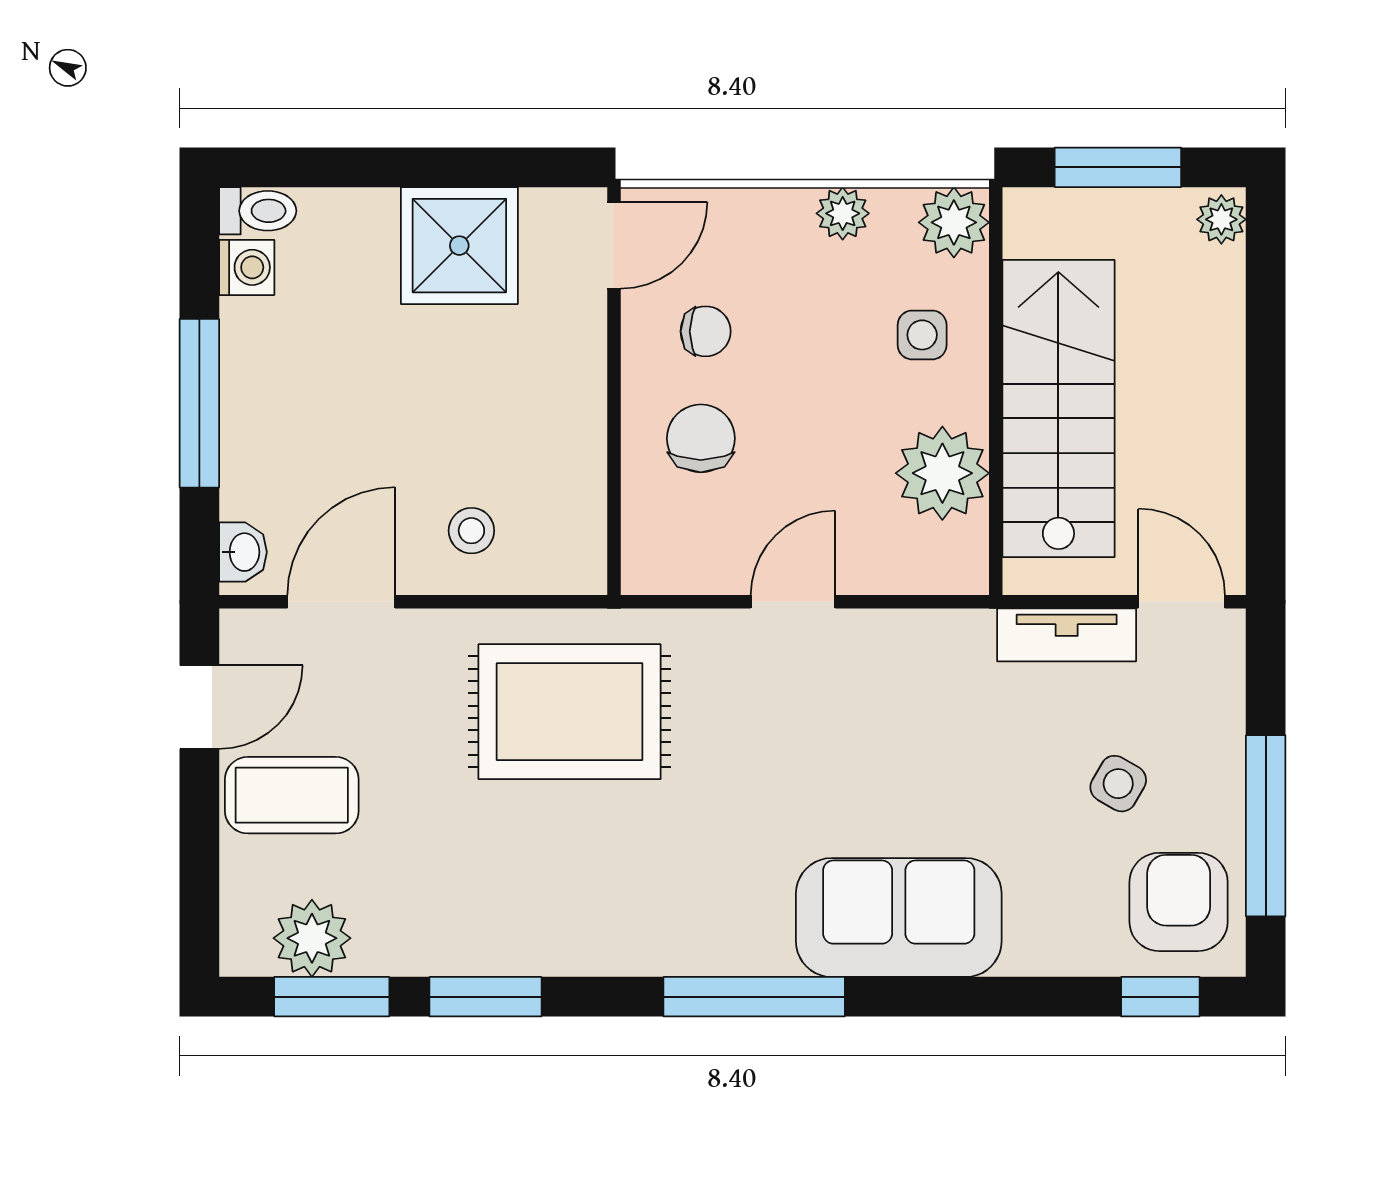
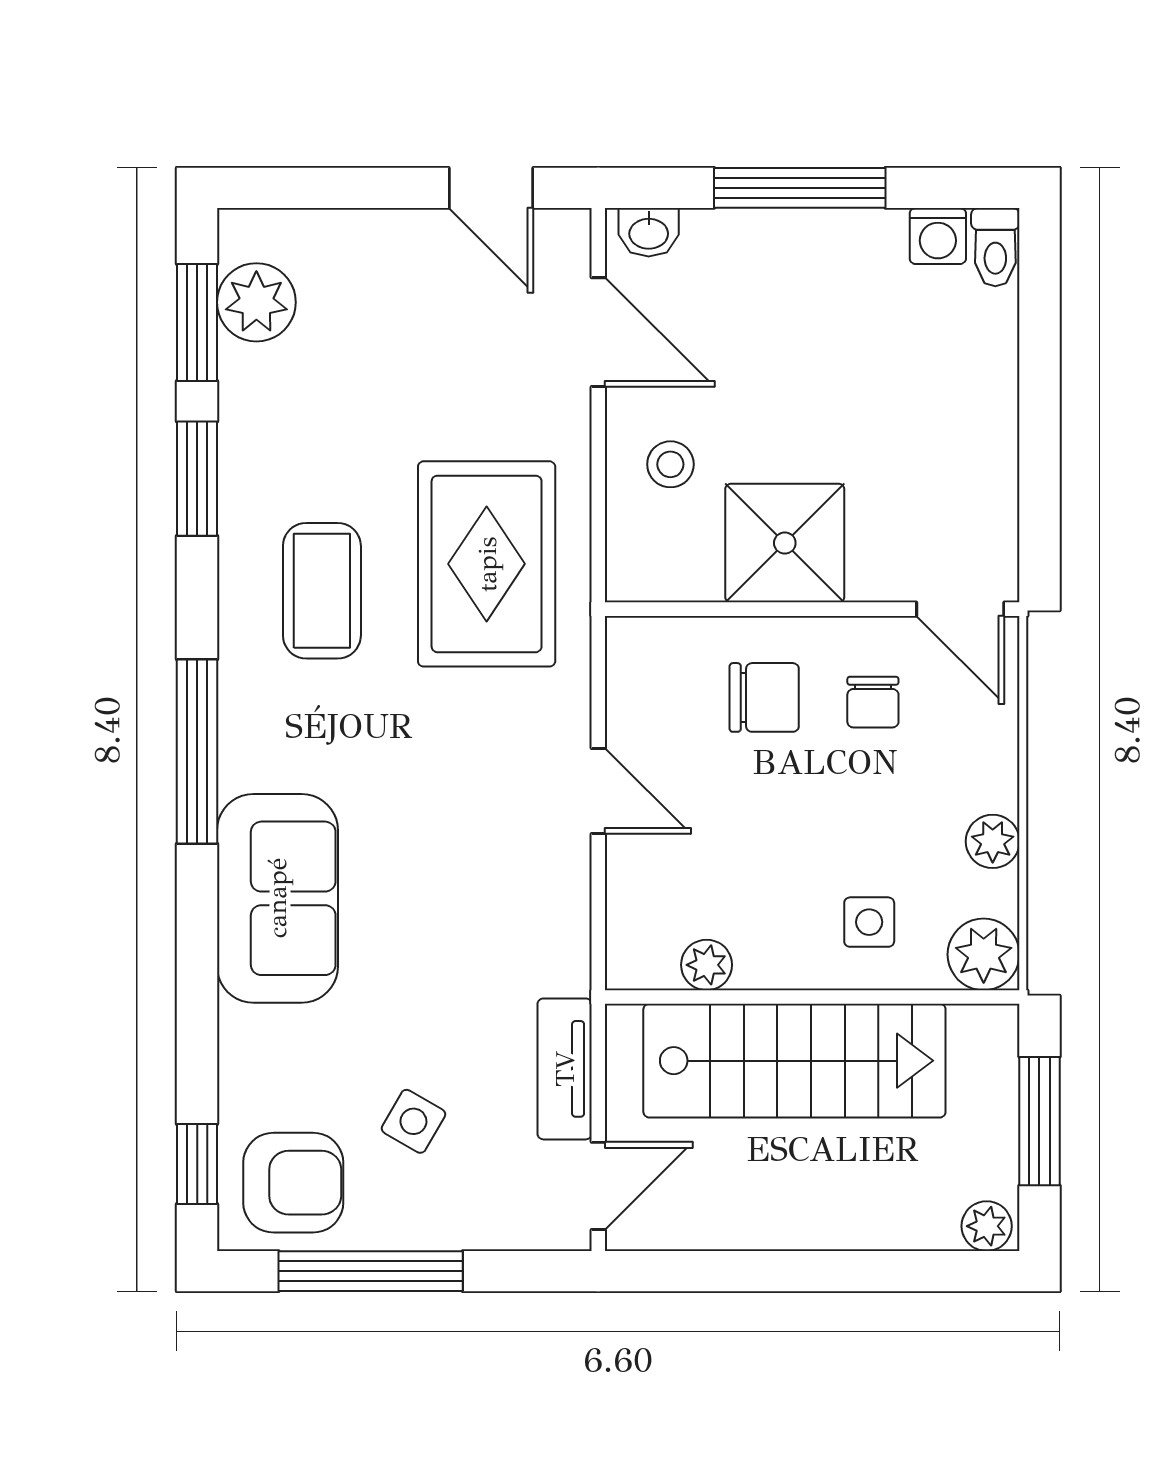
shower: (459, 246) -> (785, 543), moved
plant: (942, 473) -> (707, 965), width x0.53, depth x0.53
coffee table: (292, 795) -> (322, 591), moved

